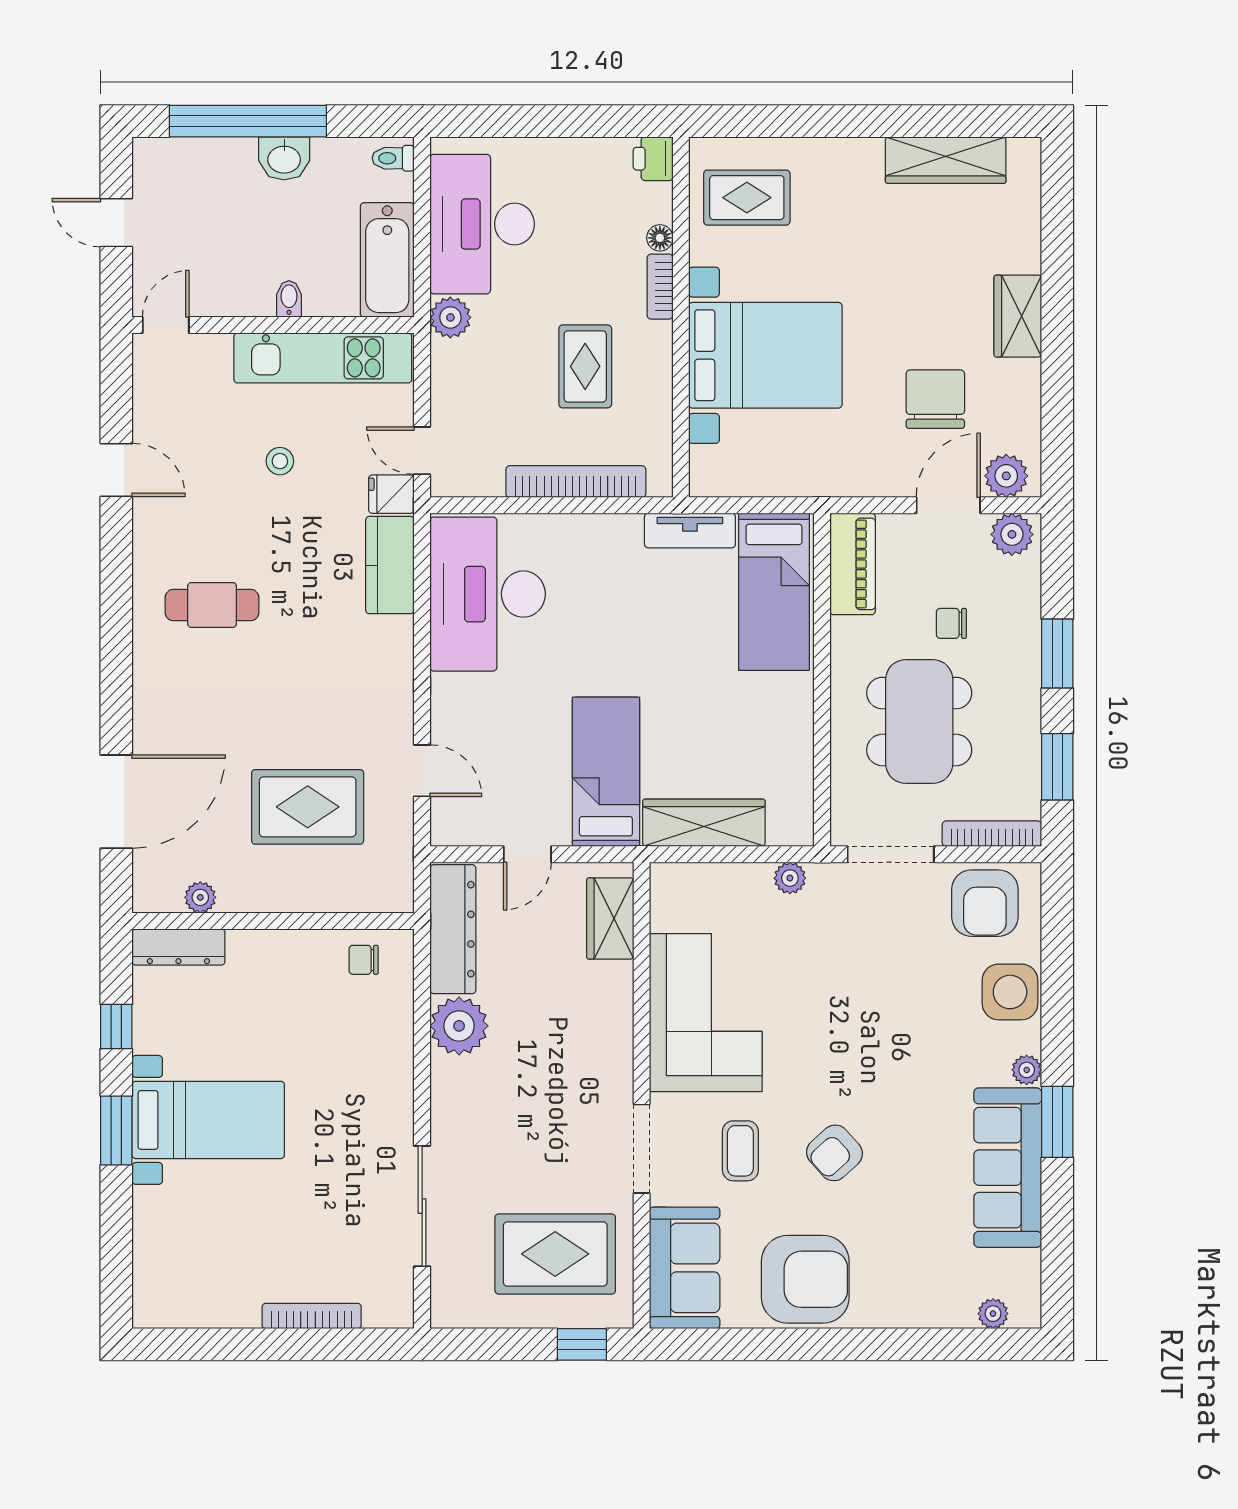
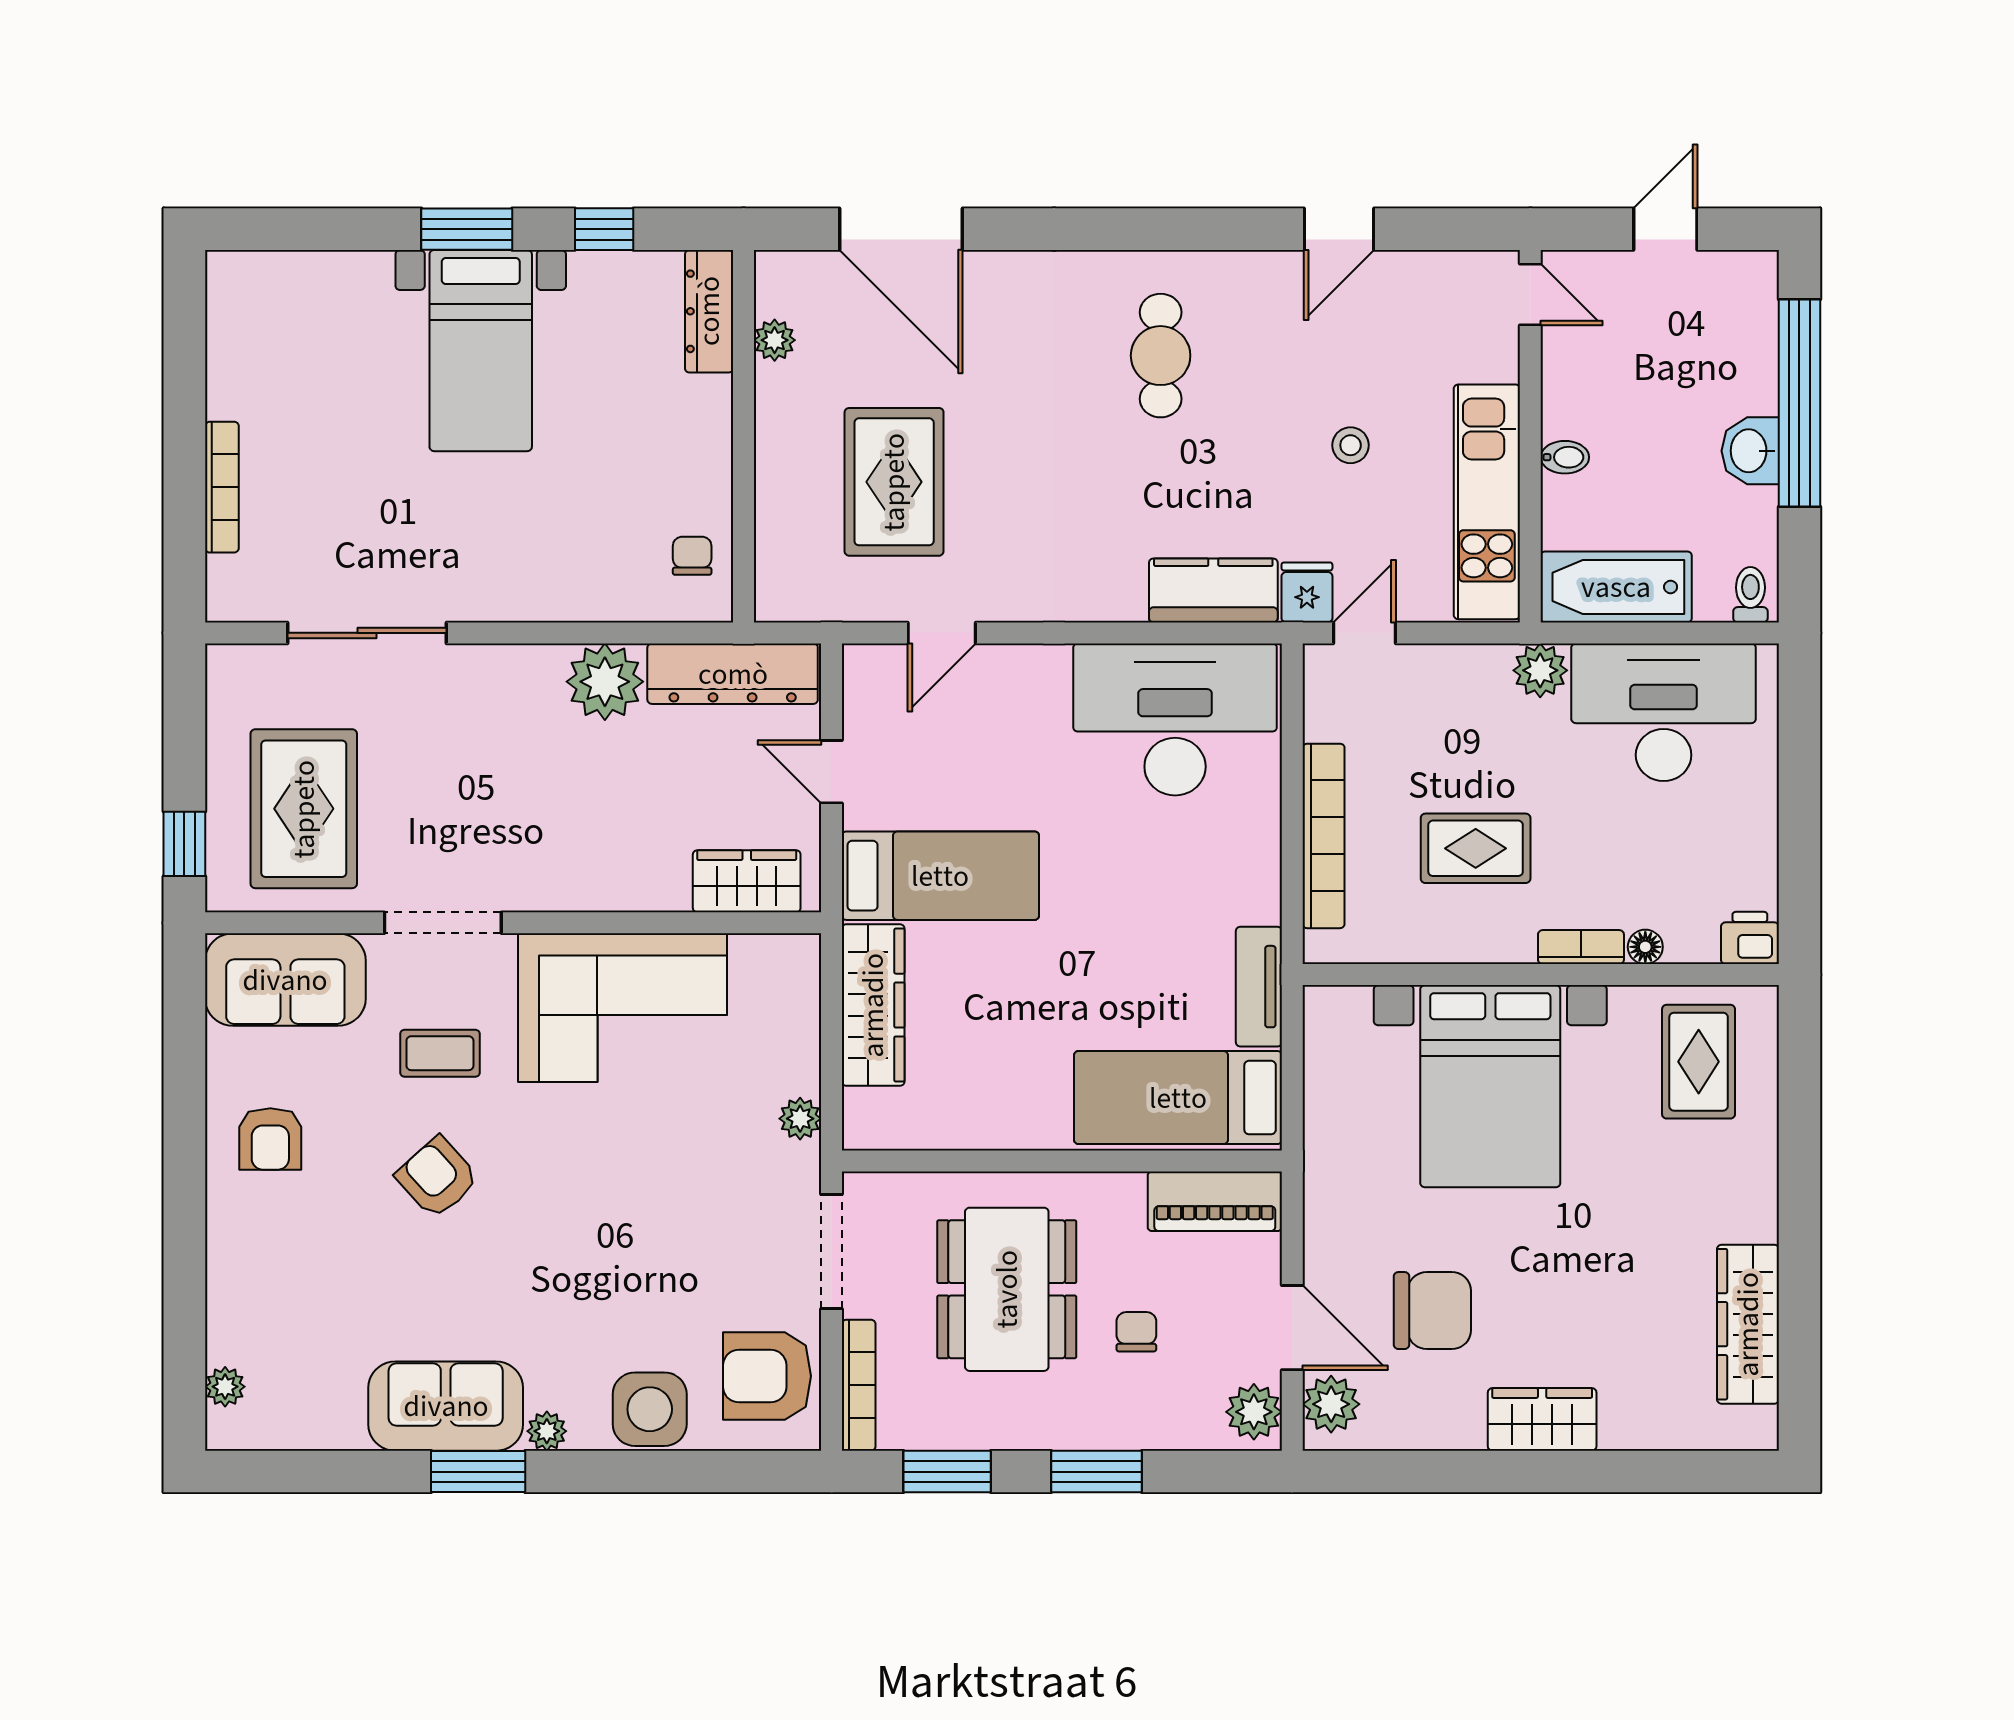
dining table: (919, 722) -> (1007, 1289), turned 90
sofa: (1008, 1168) -> (446, 1406), width x0.73
armchair: (805, 1279) -> (270, 1139), width x0.53, depth x0.53

